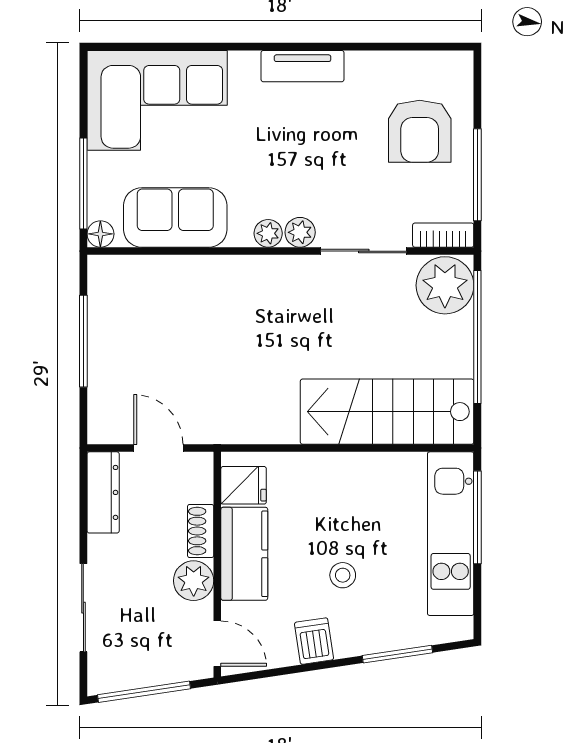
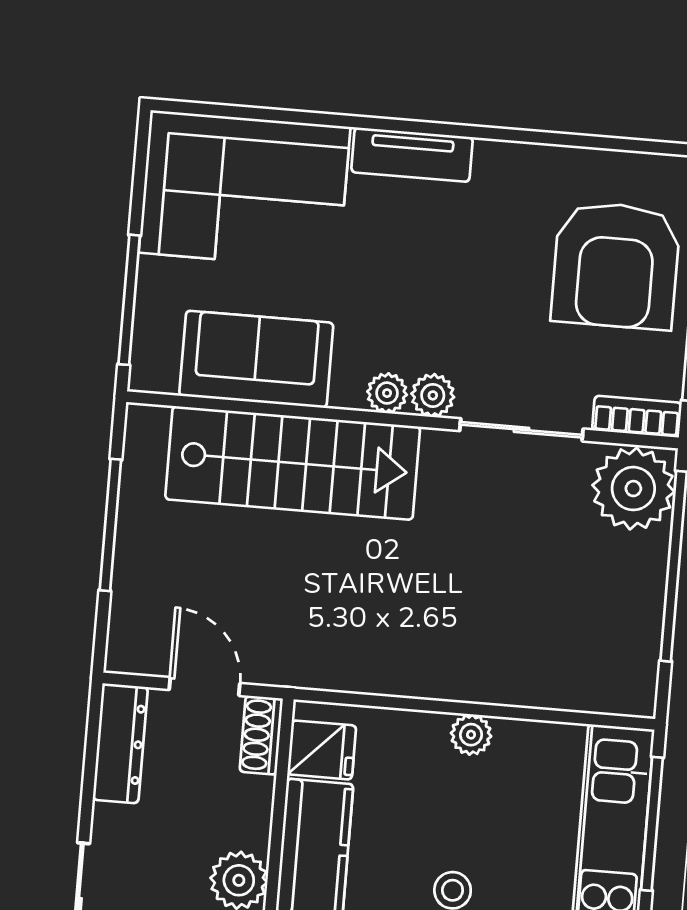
tv unit: (303, 66) -> (412, 155), moved
armchair: (420, 131) -> (616, 265), width x1.36, depth x1.36
floor lamp: (100, 234) -> (147, 374), removed
stairs: (387, 412) -> (293, 463), moved, turned 180
plant: (346, 466) -> (471, 735), added
shoe rack: (201, 531) -> (261, 735), moved

